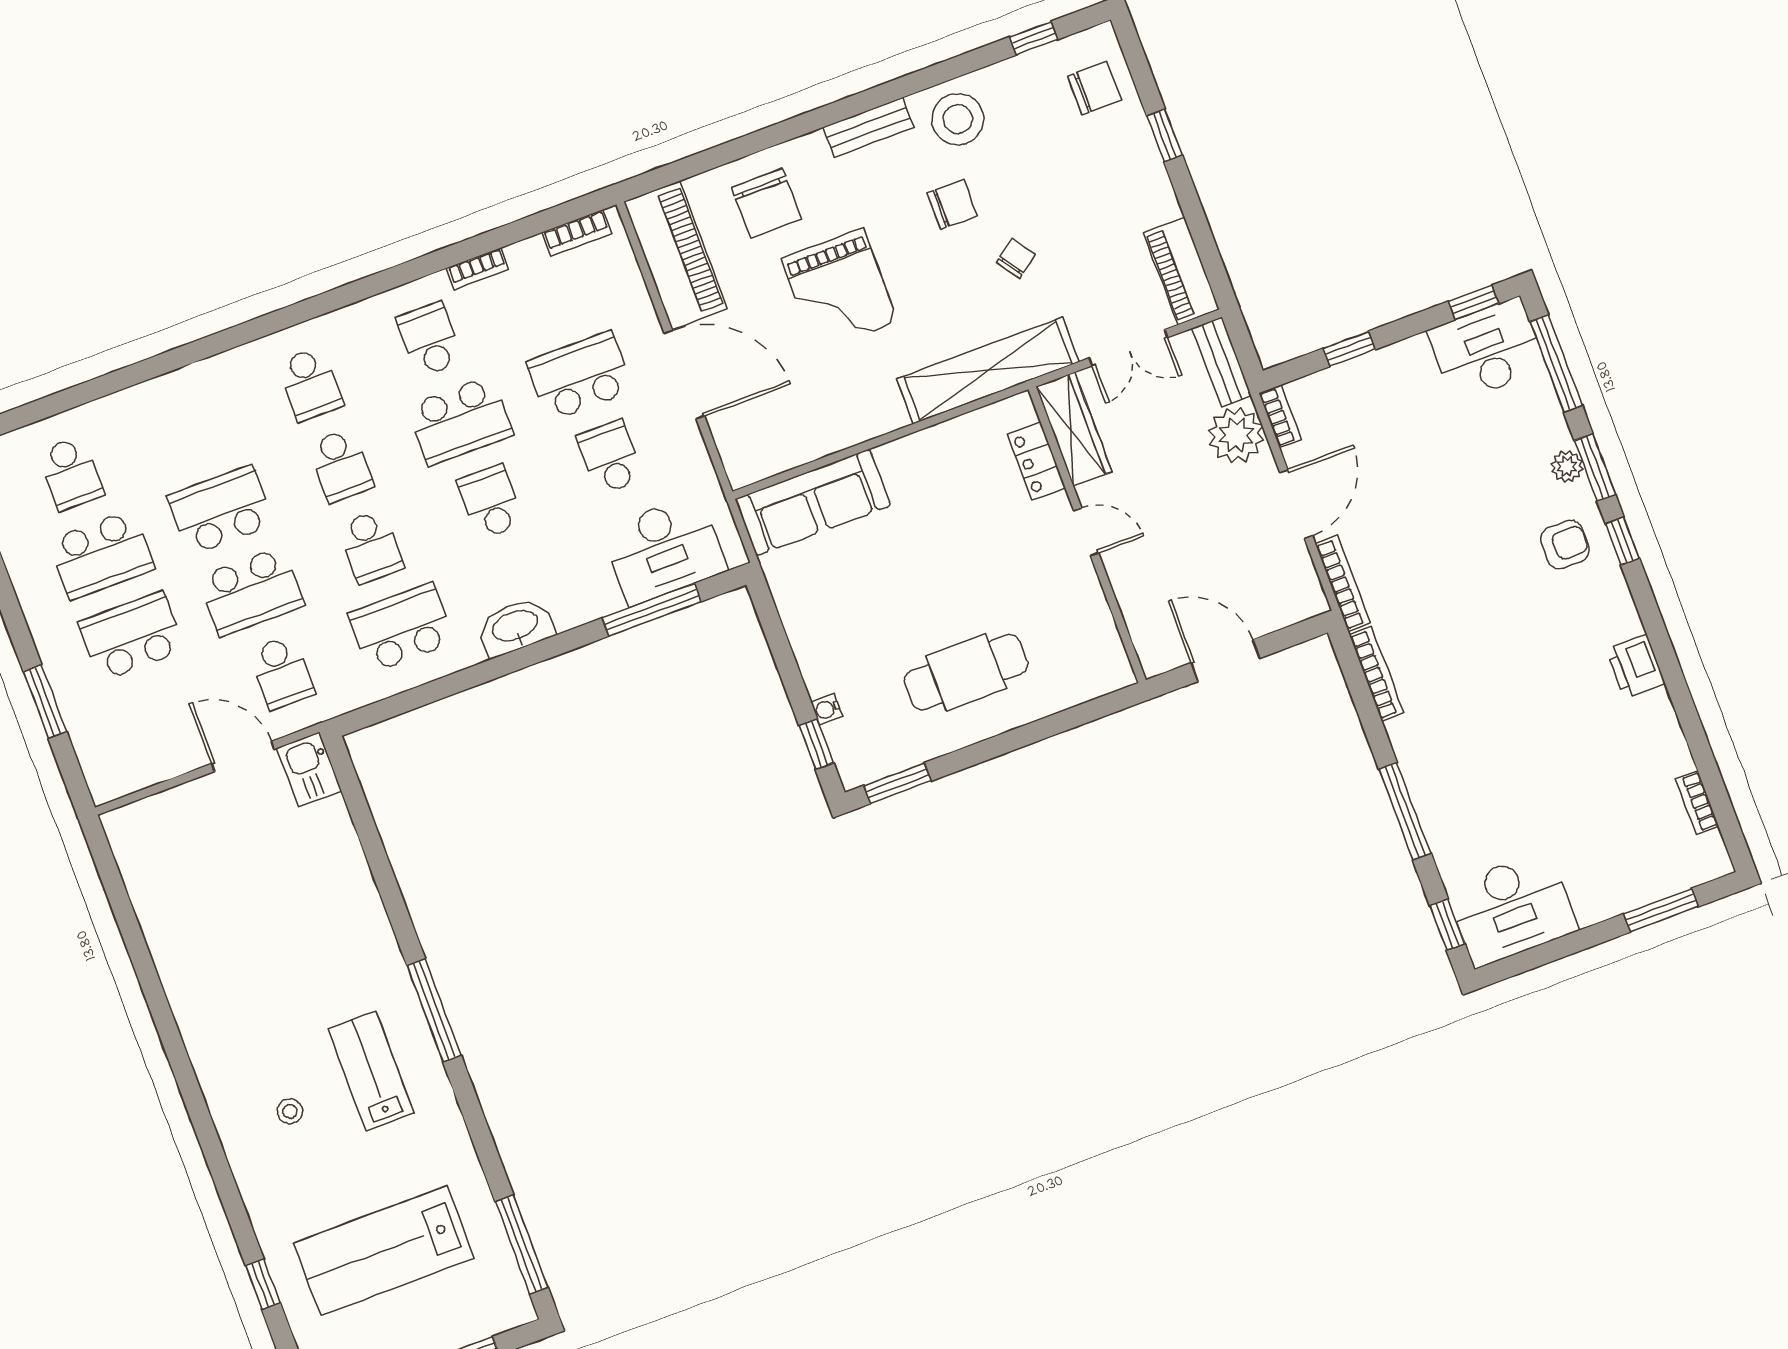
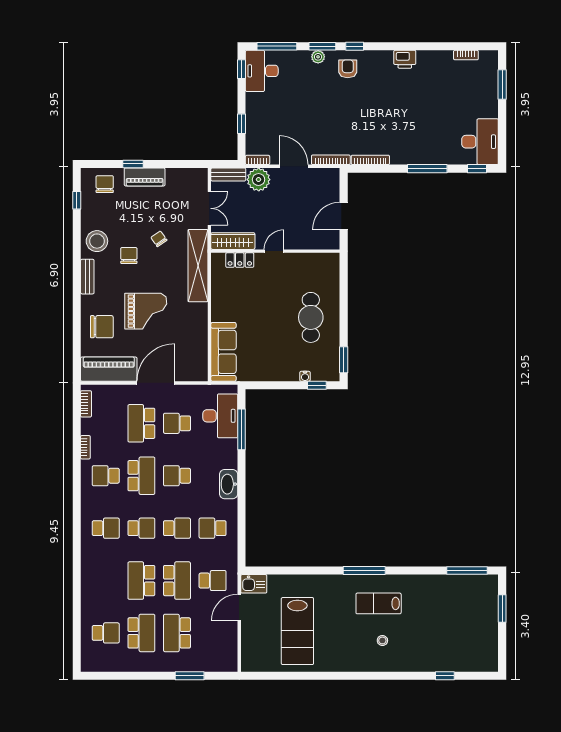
piano: (1181, 271) -> (145, 177), moved
school desk: (401, 628) -> (213, 528), width x0.54
lab bench: (384, 1251) -> (297, 631), moved

